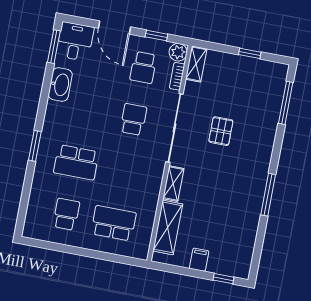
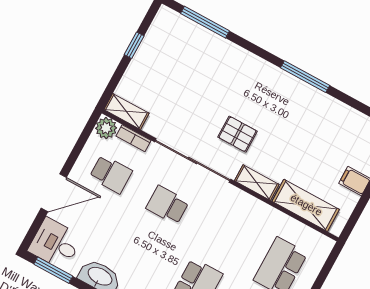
window: (156, 36) -> (79, 147), removed
pallet: (221, 131) -> (238, 134), moved

